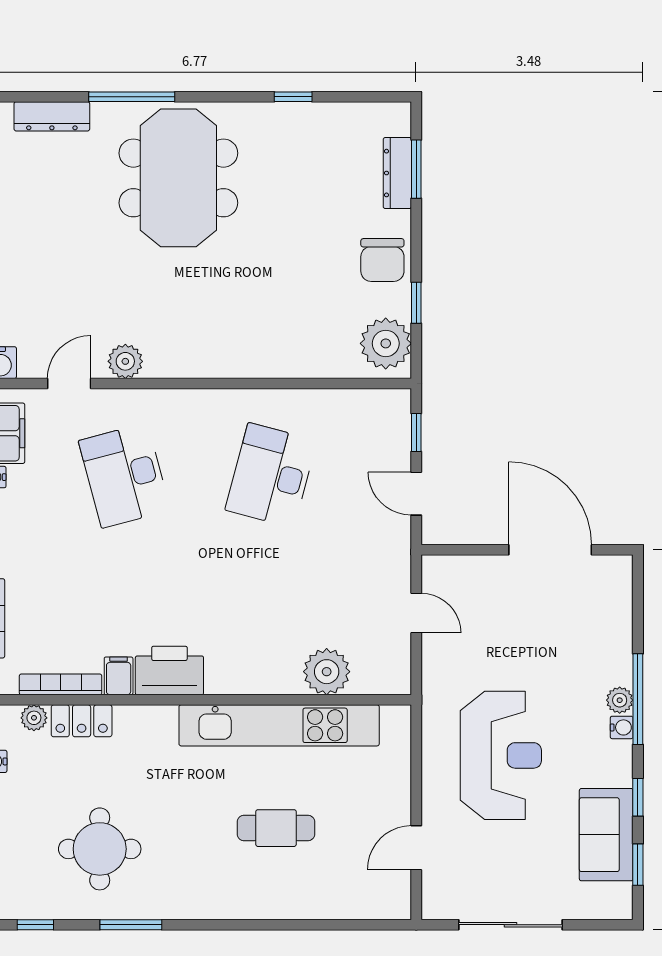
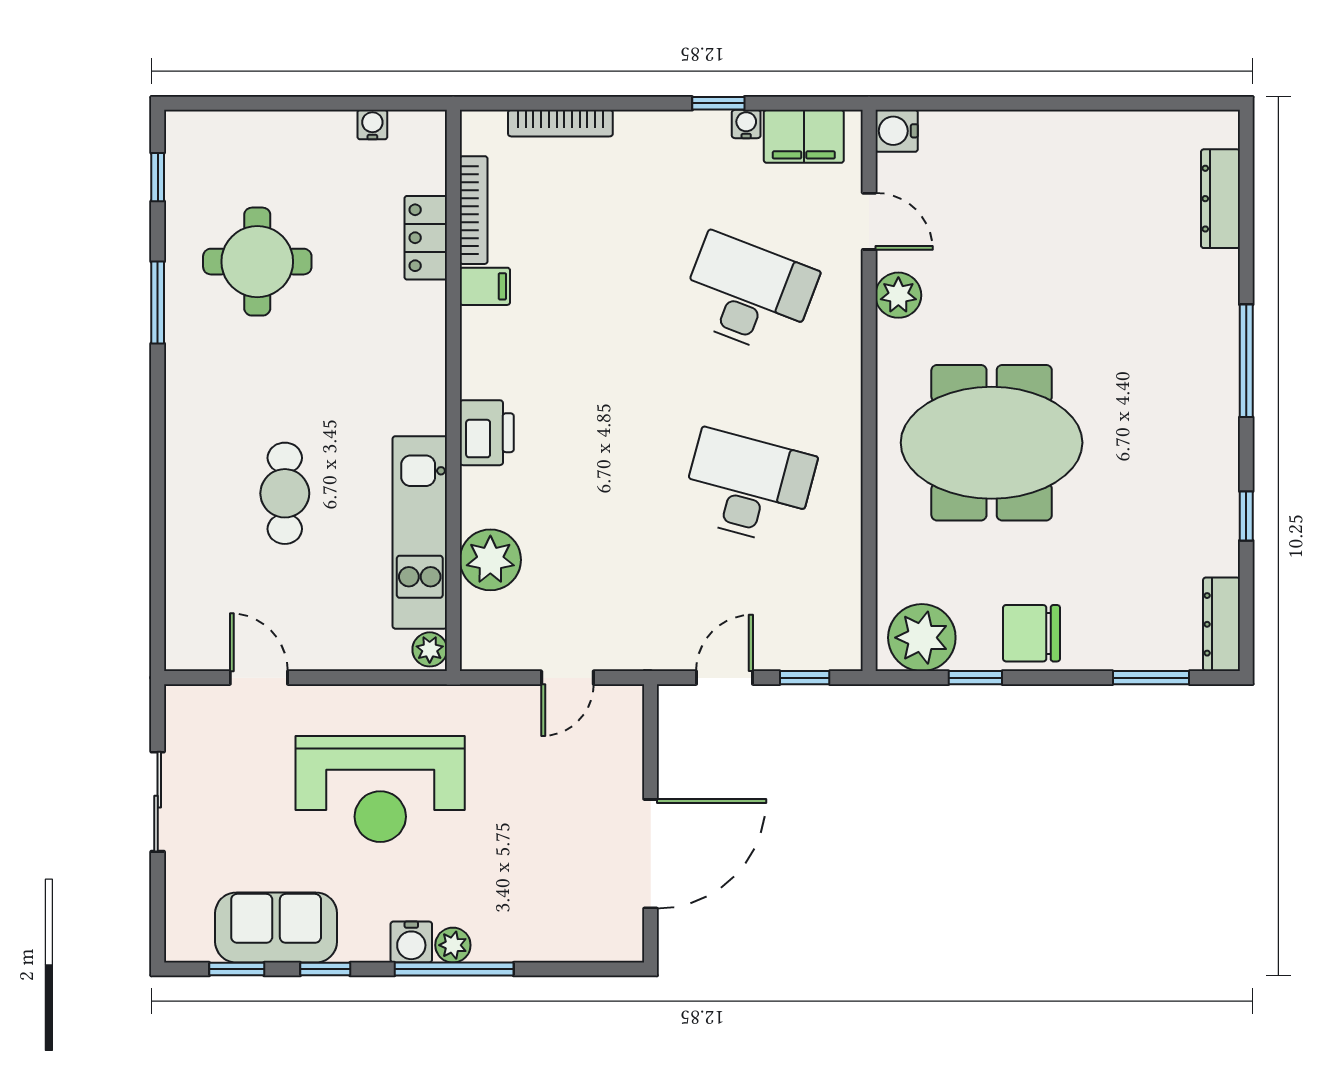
window: (132, 97) -> (1246, 361), moved
dresser: (397, 173) -> (1221, 624), moved, turned -90
meeting table: (178, 178) -> (992, 443), moved
desk: (124, 475) -> (748, 294), turned 36
printer: (169, 670) -> (487, 433), moved, width x0.73, depth x0.84
plant: (34, 718) -> (430, 649), moved
kitchen unit: (279, 725) -> (420, 532), width x0.73
water cooler: (622, 727) -> (411, 942), width x1.38, depth x1.38
sliding door: (510, 925) -> (158, 802), width x0.73

